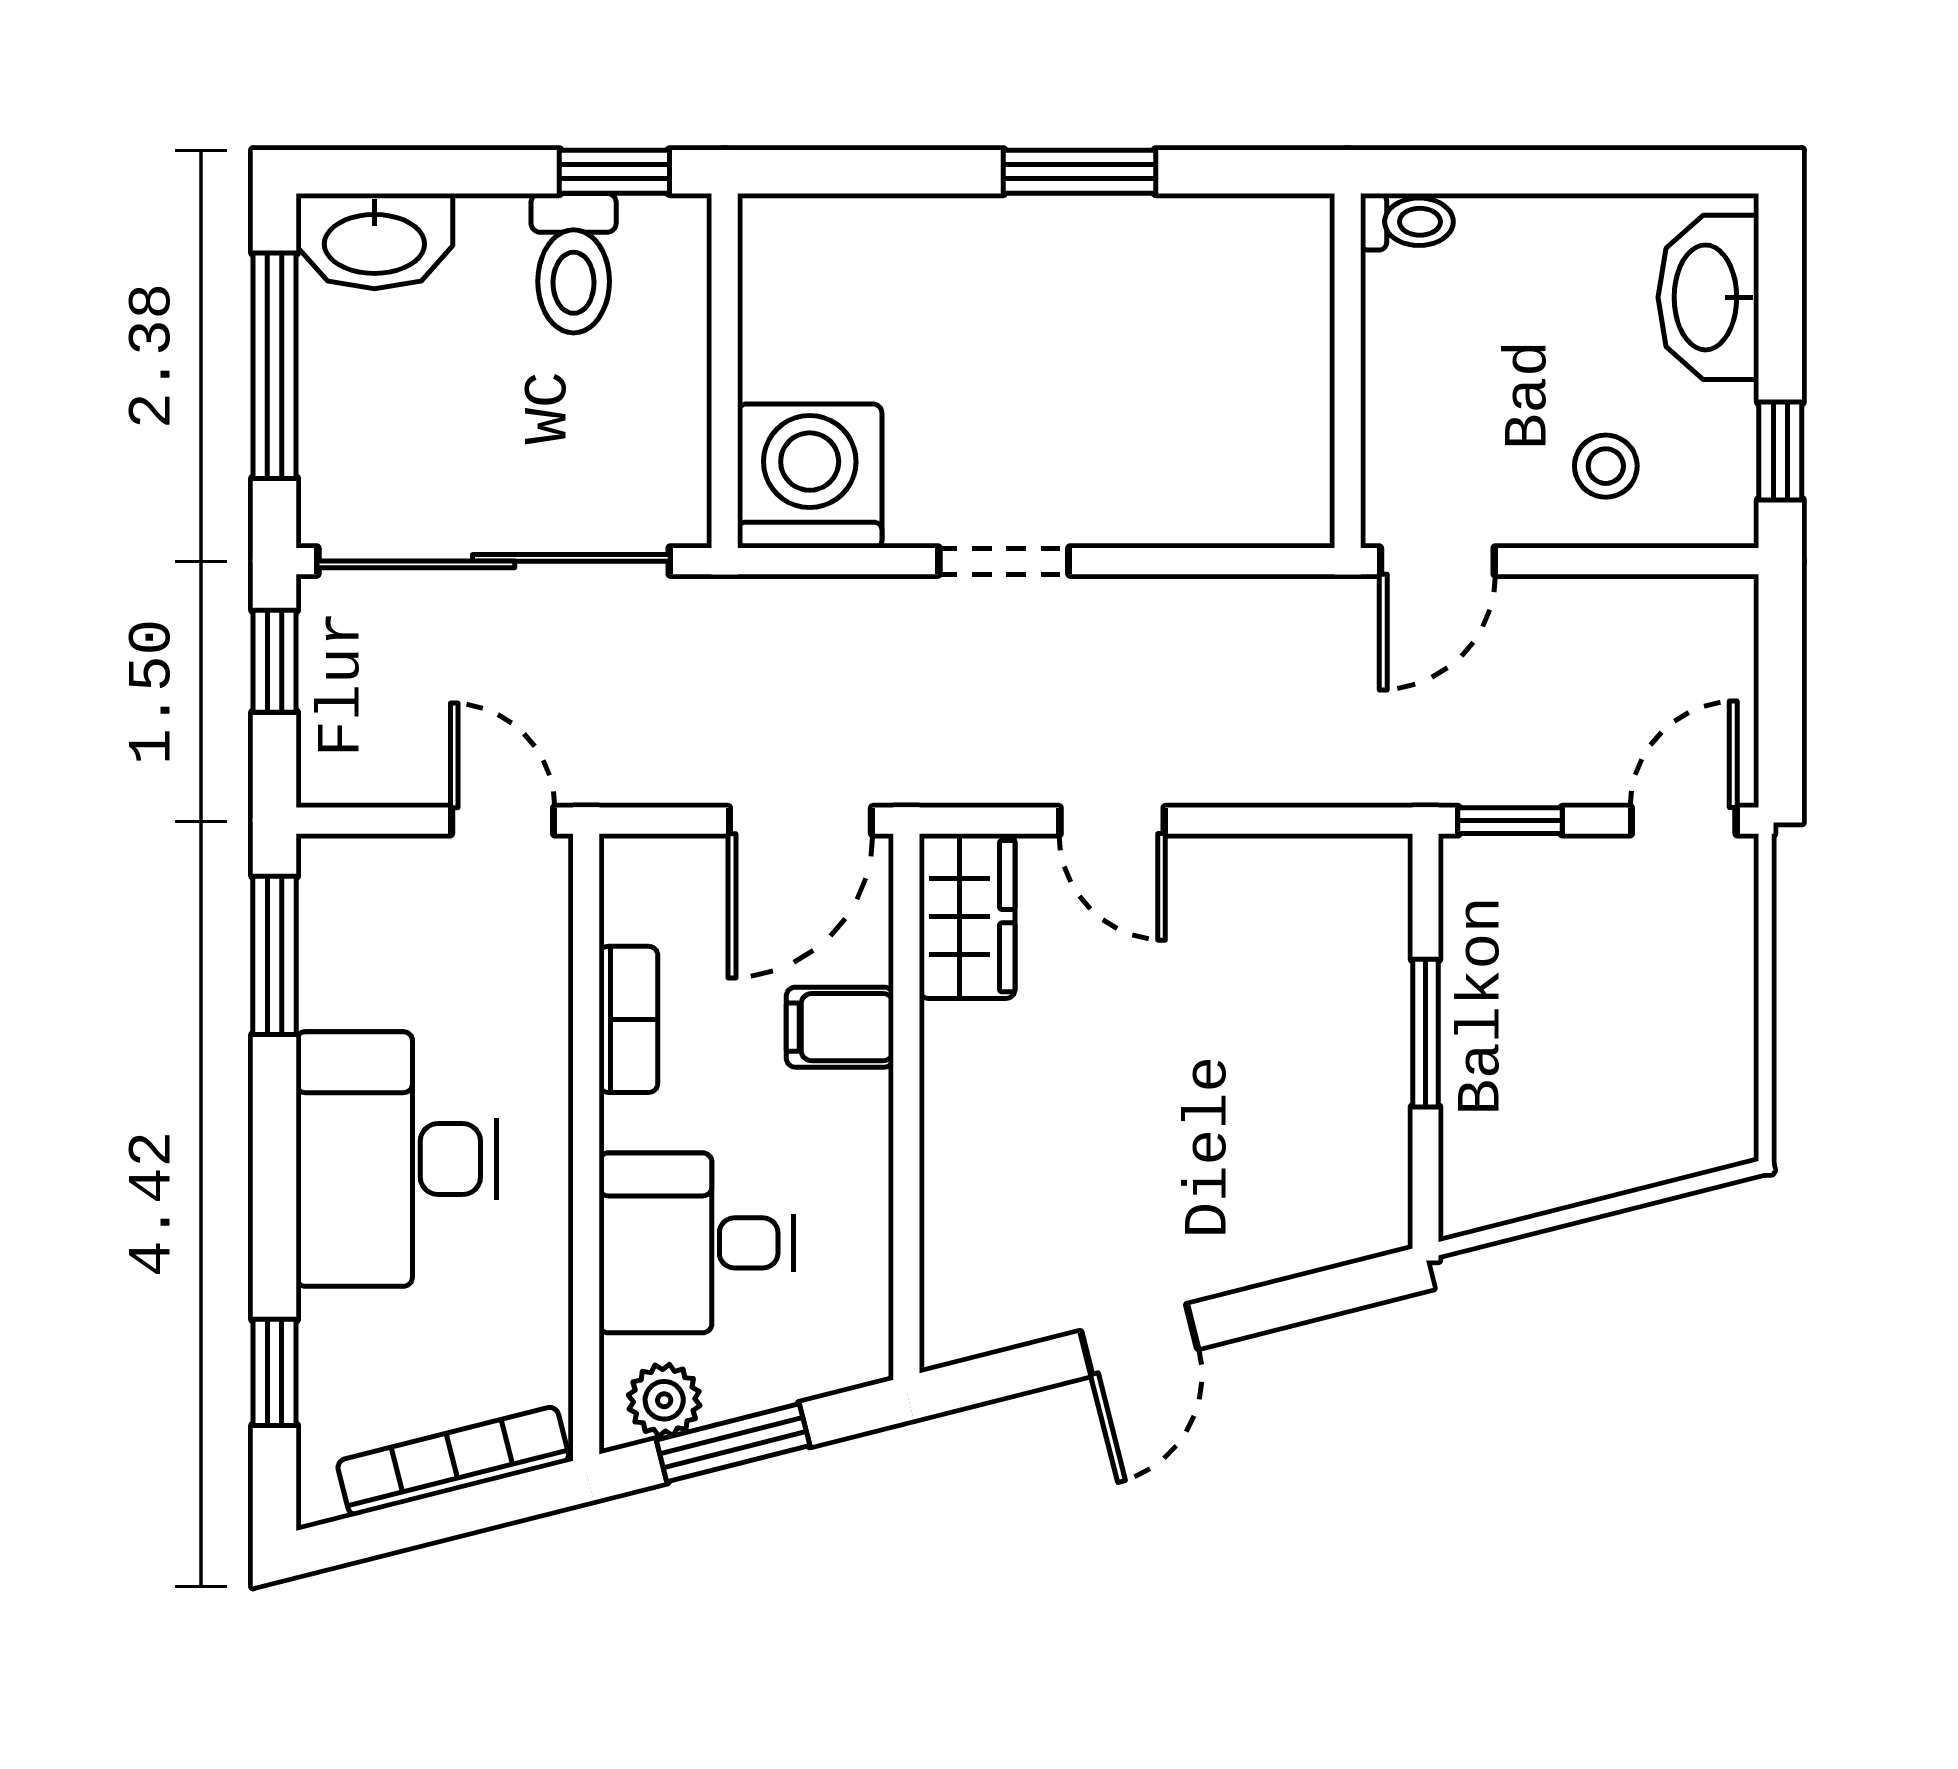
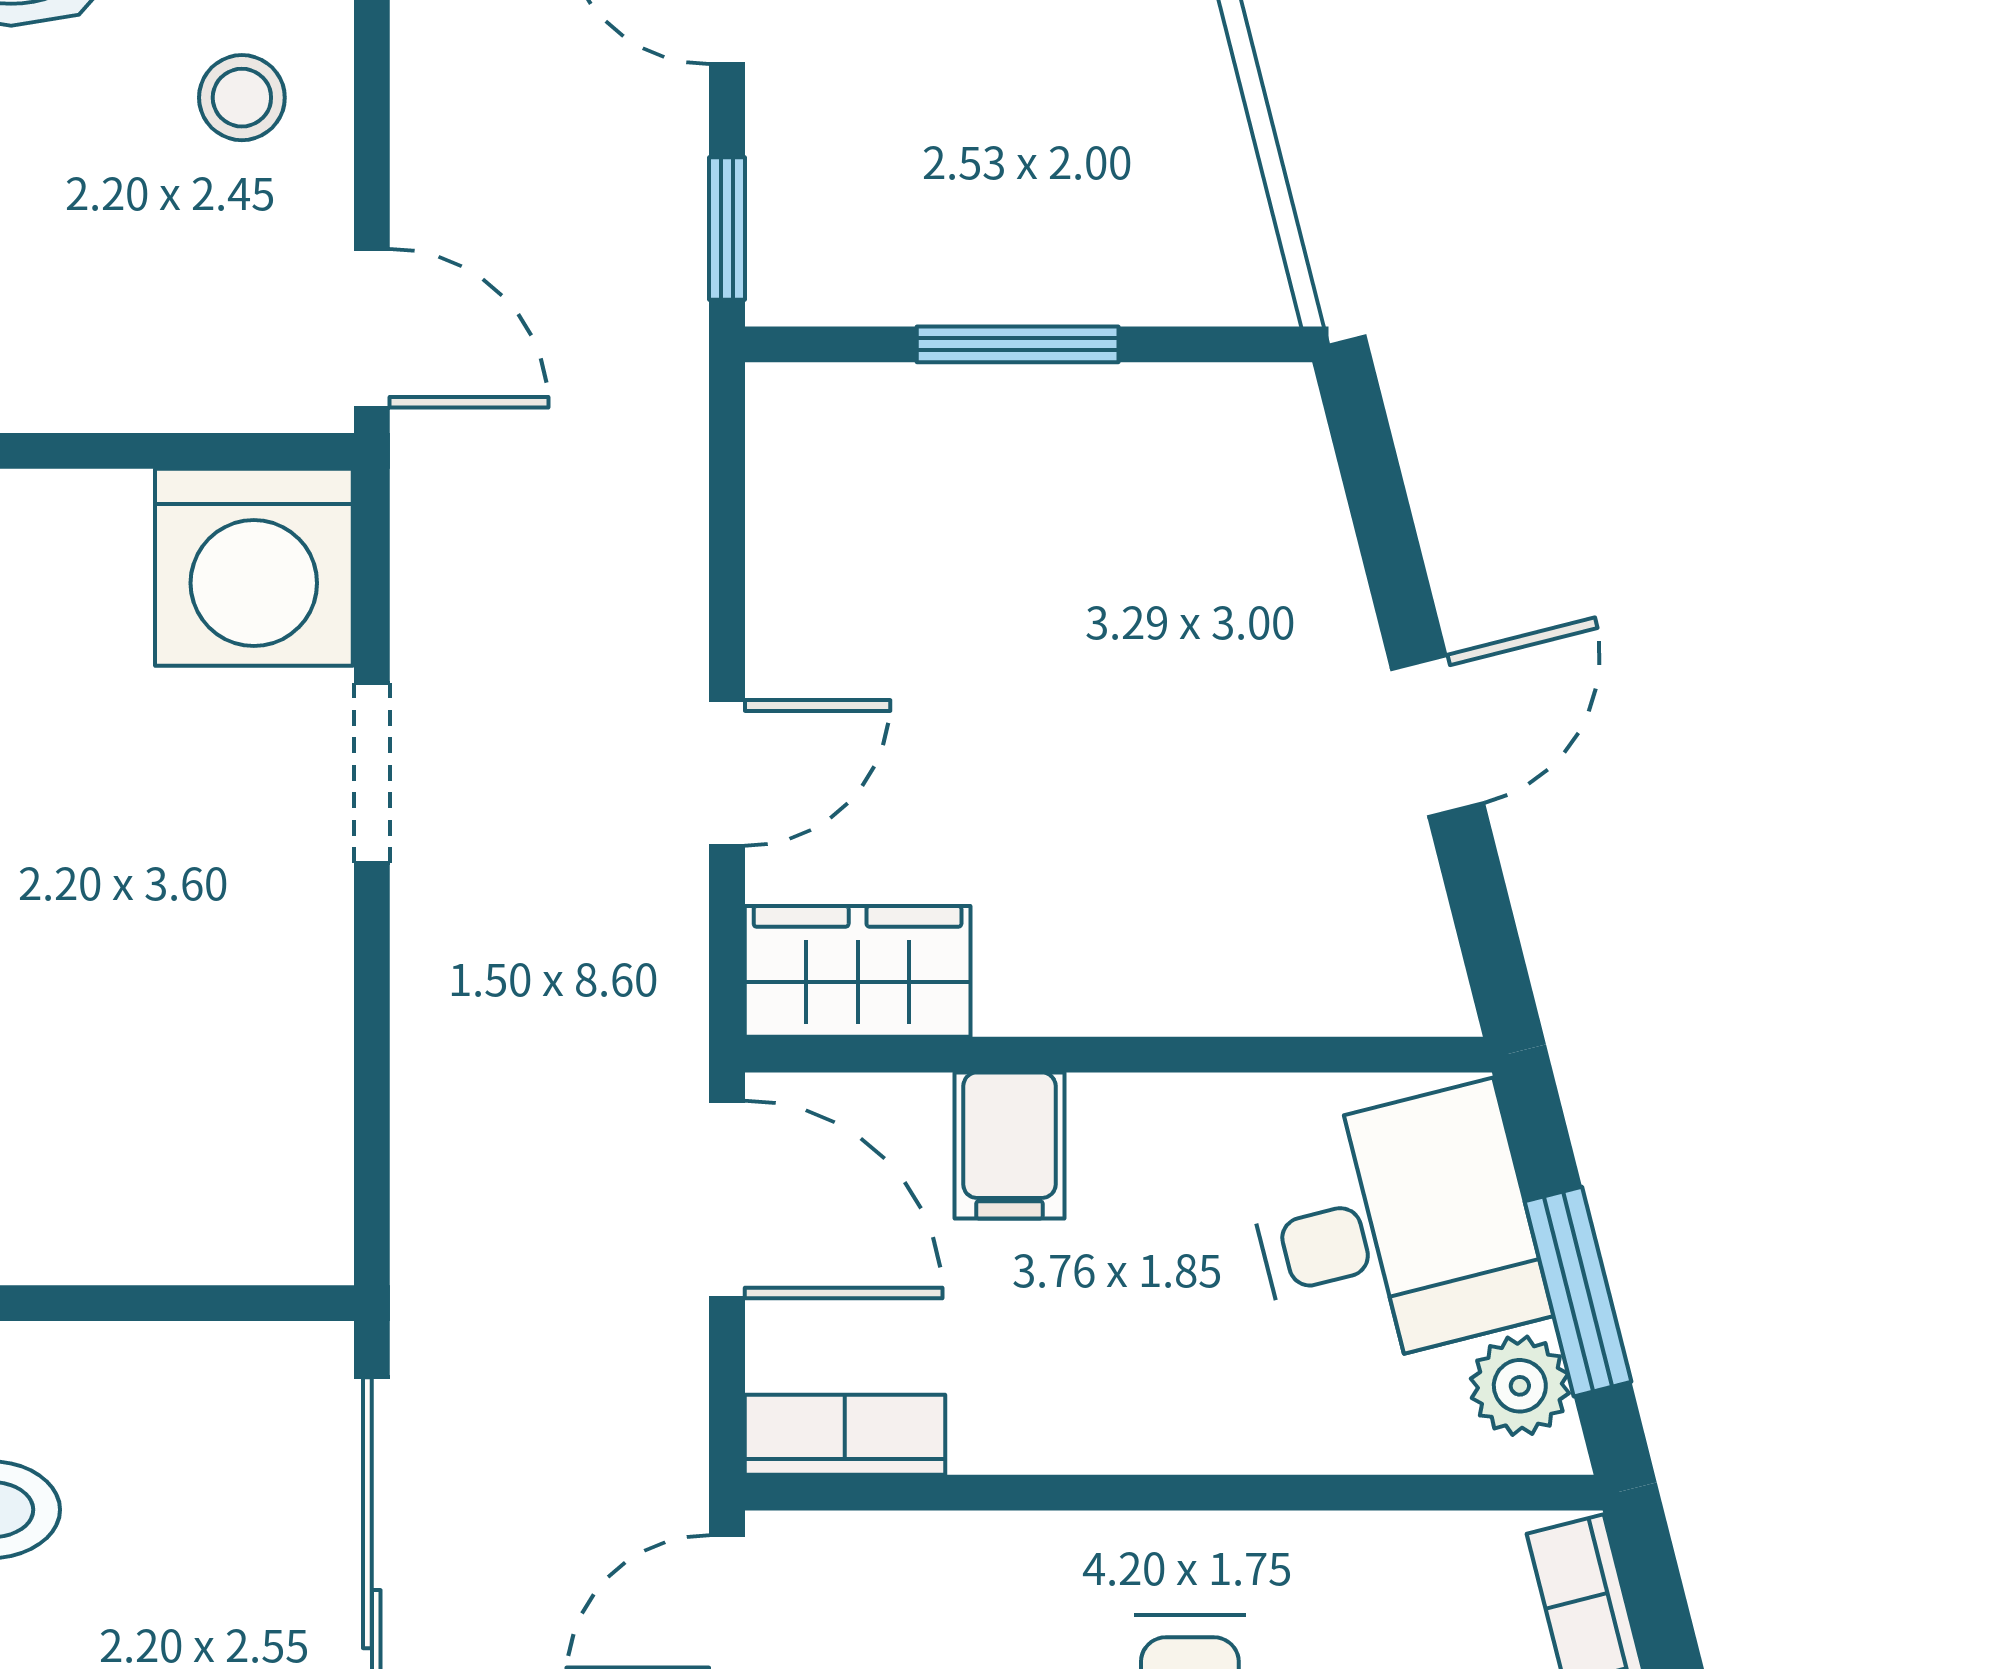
washing machine: (810, 476) -> (254, 567), moved, turned -90
doorway: (1004, 561) -> (372, 773), moved
bookcase: (628, 1019) -> (845, 1435), moved
desk: (696, 1243) -> (1395, 1229), moved, turned -104
door: (1139, 1340) -> (1437, 736), hinge flipped

